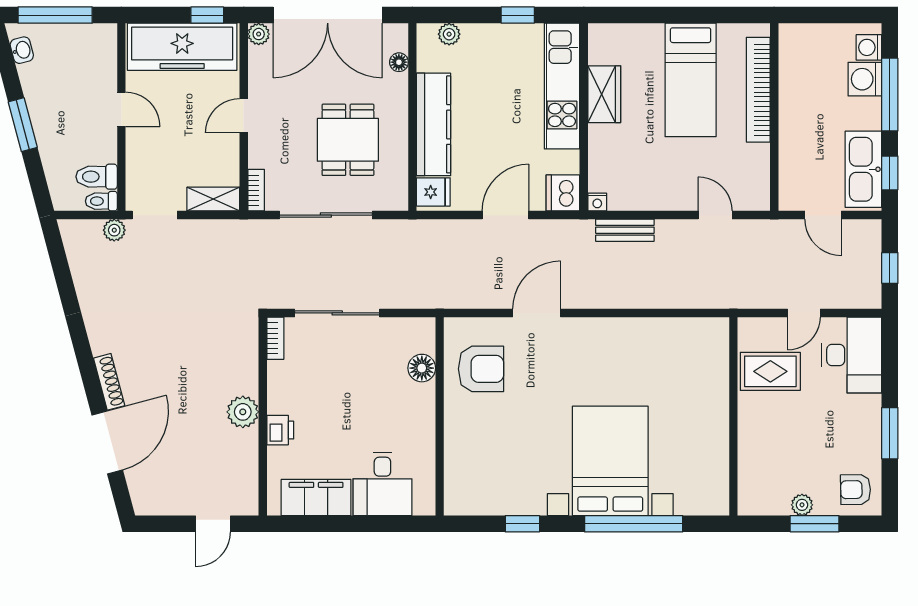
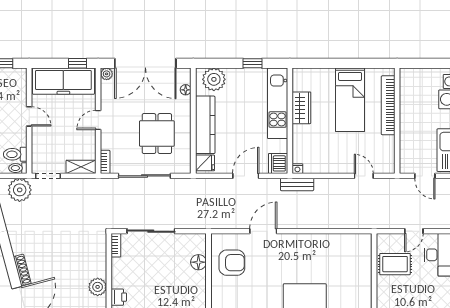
plant: (449, 34) -> (214, 79), width x1.87, depth x1.87
plant: (114, 230) -> (20, 190), width x1.87, depth x1.87
bench: (625, 230) -> (297, 184), moved

